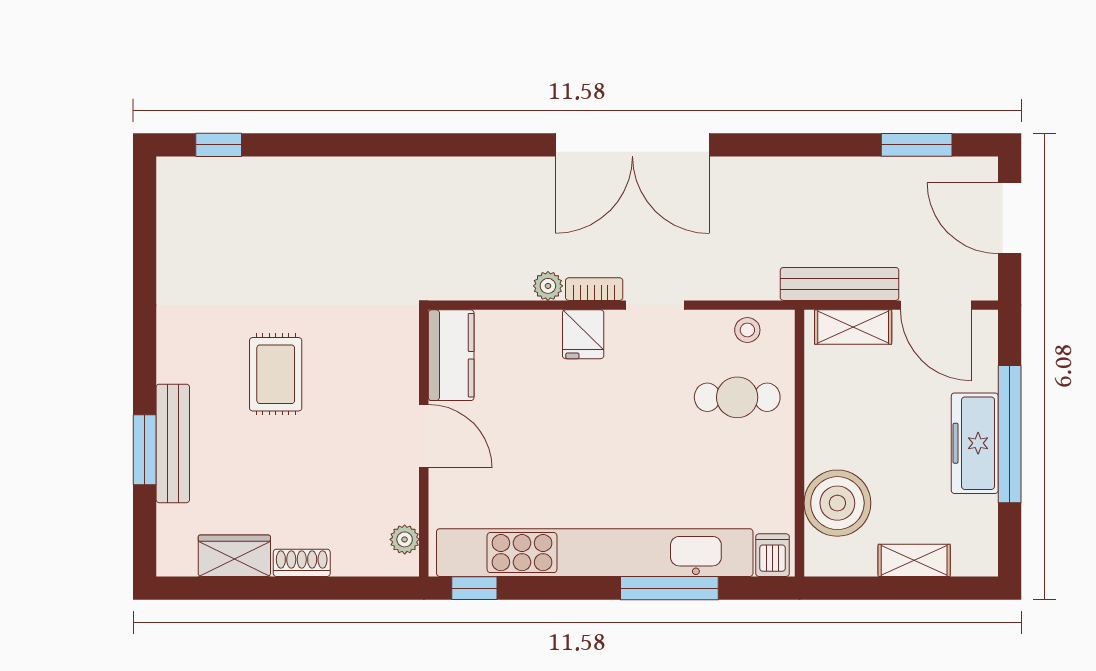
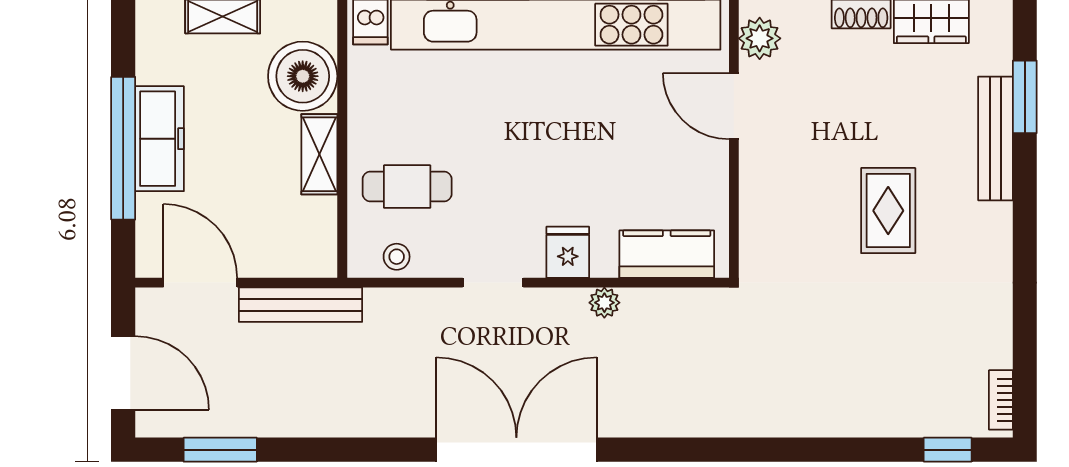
bookcase: (594, 289) -> (1001, 400), moved, turned 90
shelving: (853, 327) -> (319, 154), moved, turned 90
kitchen counter: (451, 355) -> (667, 254), moved, turned 90
door: (424, 436) -> (734, 106), moved
window: (145, 450) -> (1025, 97), moved
plant: (405, 539) -> (760, 38), width x1.38, depth x1.38

